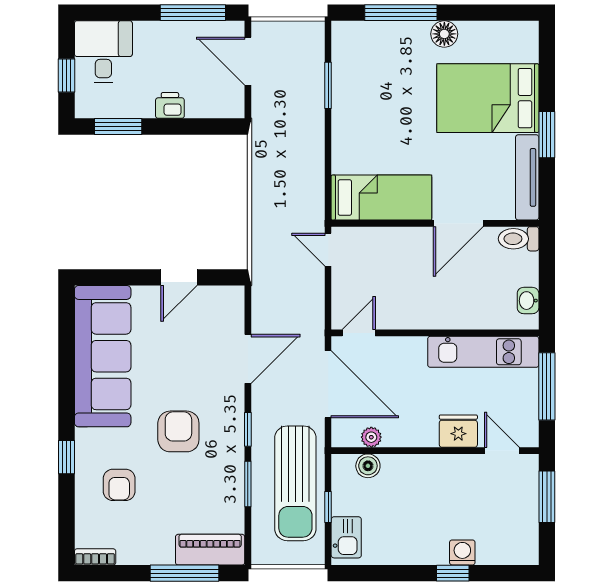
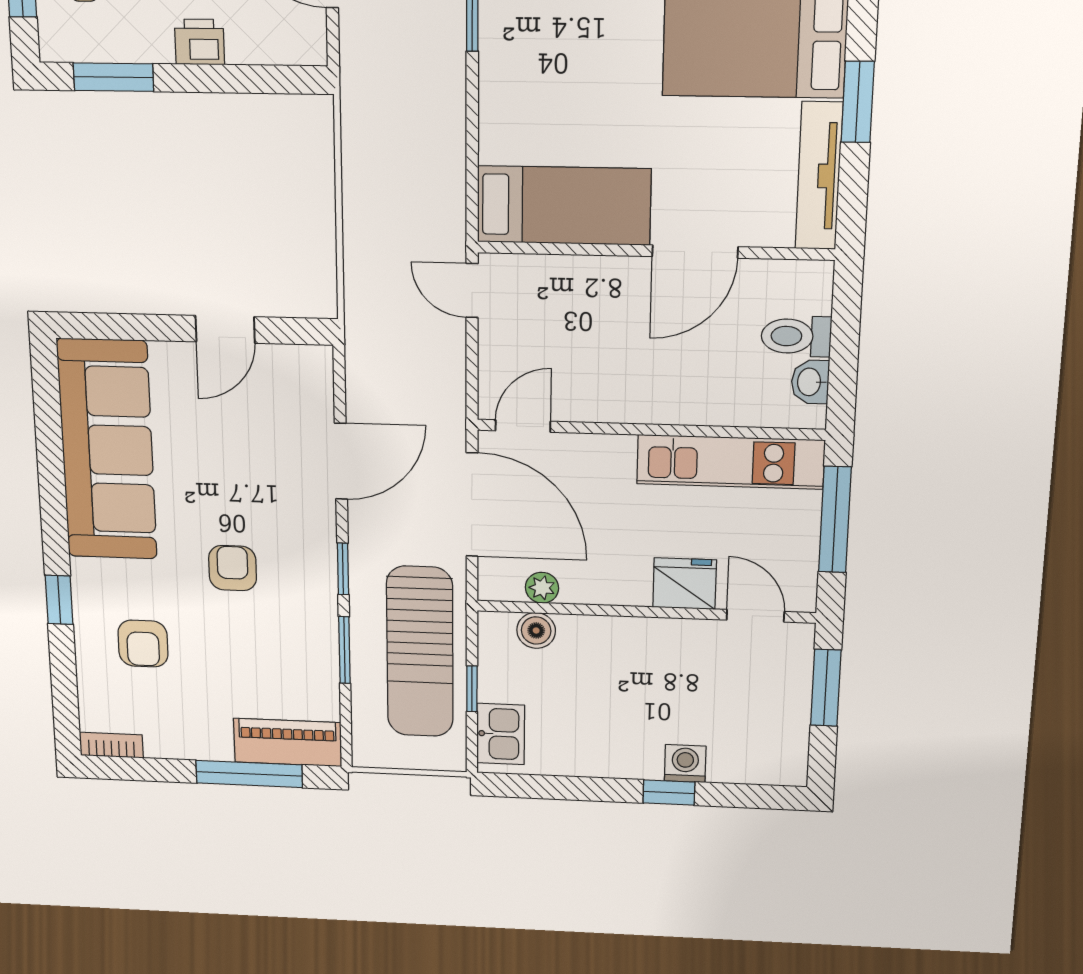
toilet: (519, 239) -> (796, 336), moved
armchair: (178, 431) -> (233, 568), width x0.72, depth x0.72

